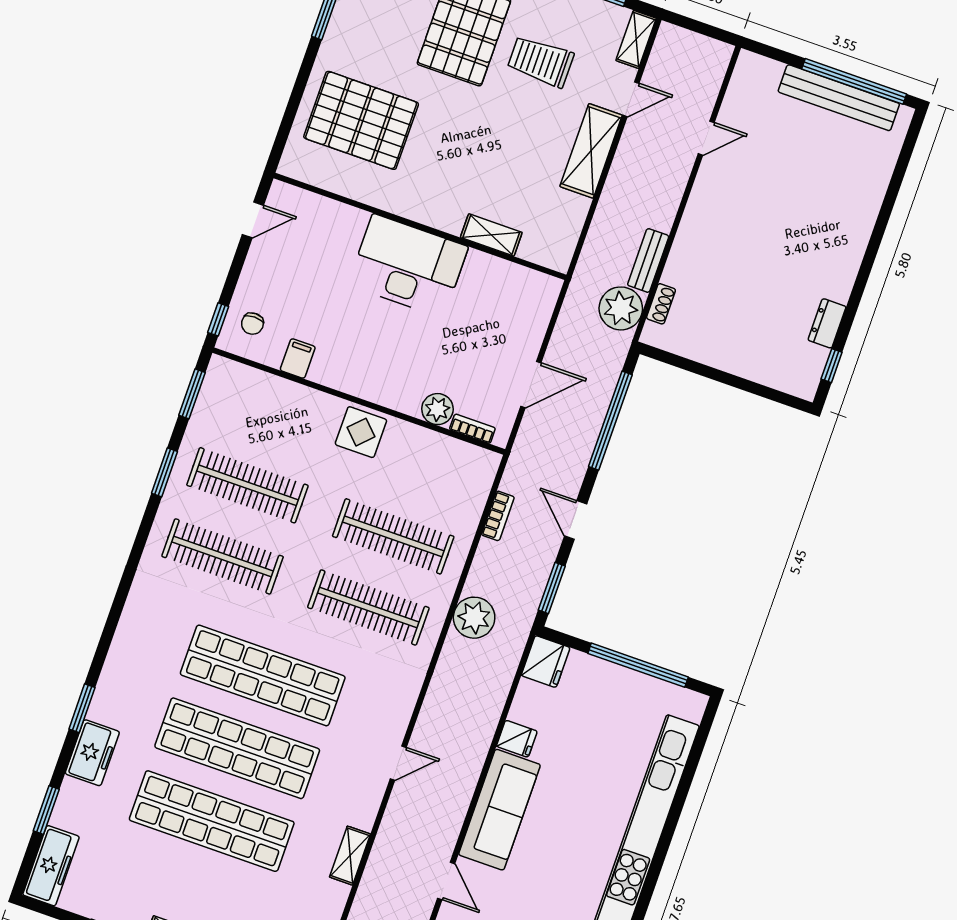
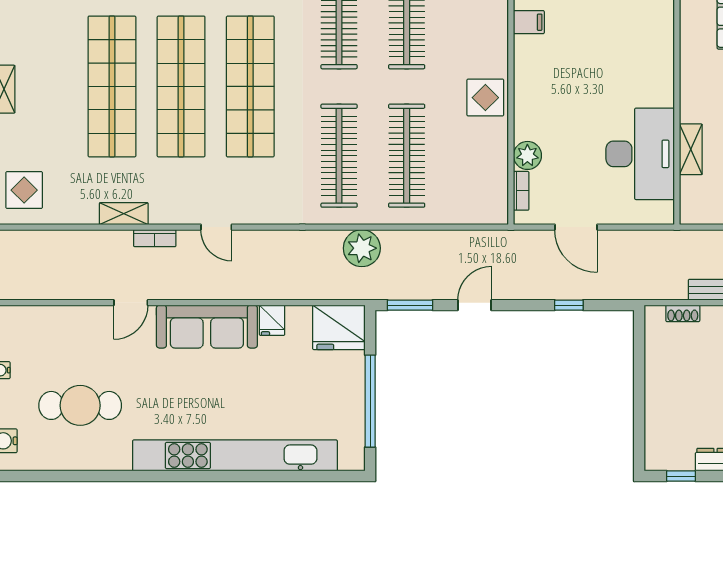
desk: (408, 266) -> (640, 154), moved
plant: (621, 308) -> (667, 281), removed
window: (610, 421) -> (569, 305), width x0.32
bookcase: (498, 516) -> (155, 238), moved
fridge: (546, 662) -> (339, 327), width x1.36, depth x1.34

